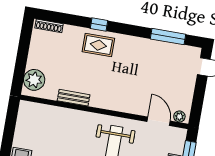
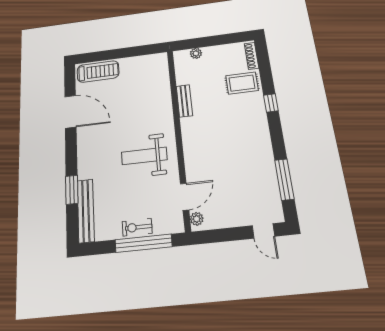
rug: (98, 45) -> (242, 83), moved, turned 90
plant: (34, 80) -> (196, 53), width x0.53, depth x0.53

